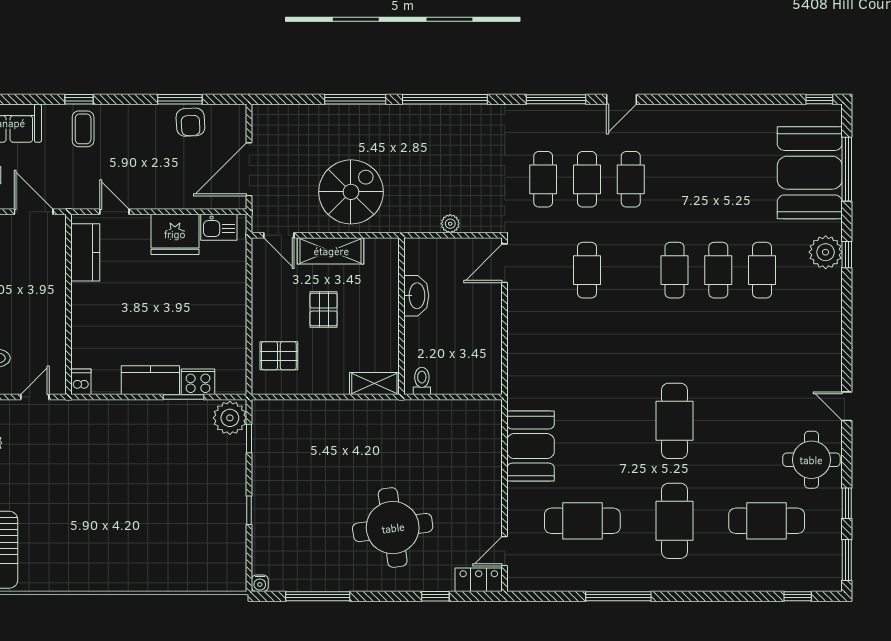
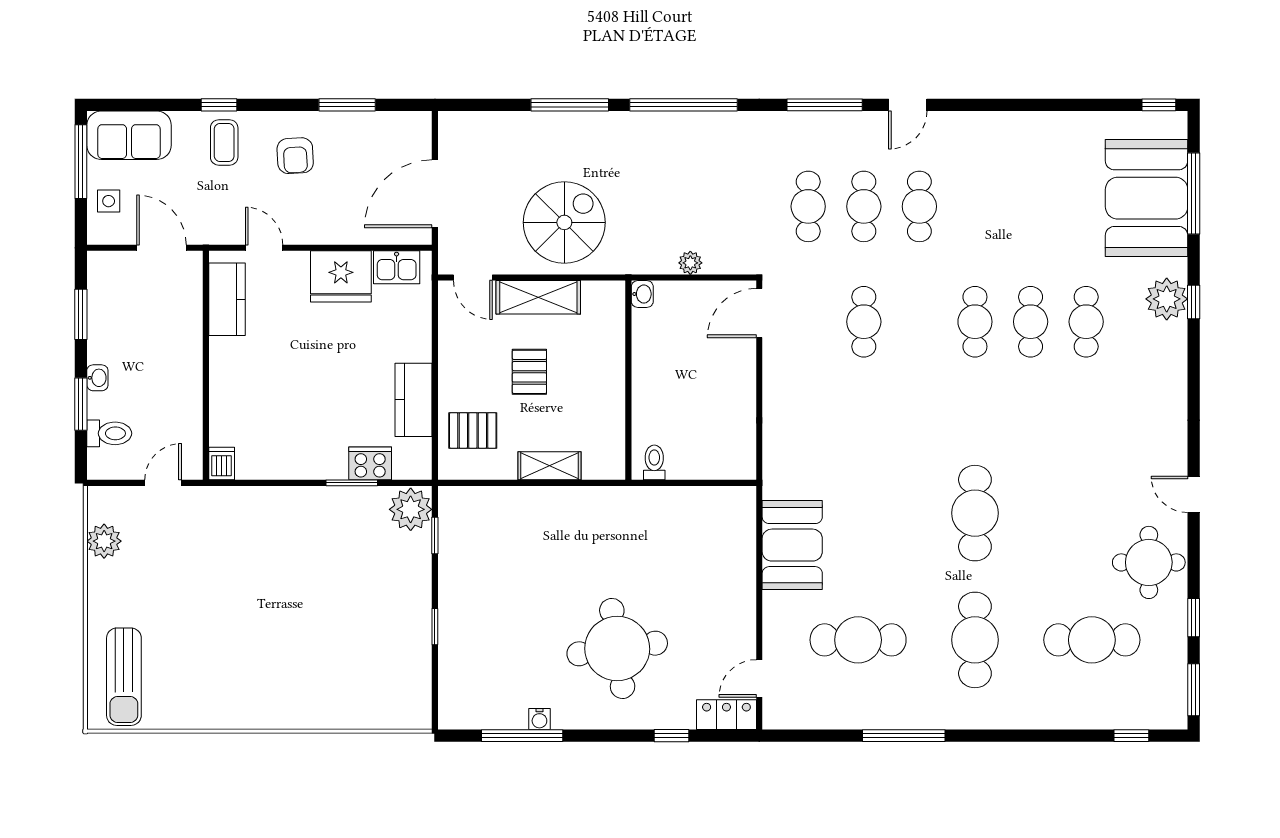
armchair: (190, 122) -> (295, 156), moved
washbasin: (416, 296) -> (642, 294), moved, width x0.52, depth x0.69
kitchen counter: (150, 380) -> (414, 400), moved, turned -90
shelving: (374, 384) -> (550, 466), moved
water cooler: (260, 583) -> (539, 719), moved

